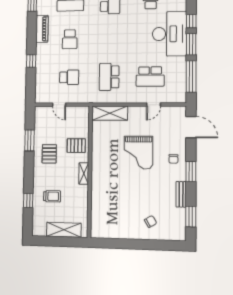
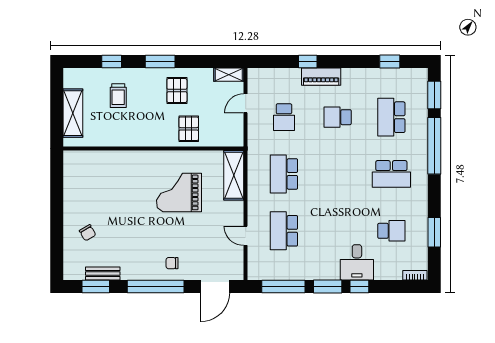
piano: (42, 29) -> (321, 77), moved
desk: (169, 34) -> (357, 262), width x0.53, depth x0.77
school desk: (109, 77) -> (284, 174), turned -90
window: (29, 140) -> (160, 62), moved
grand piano: (138, 153) -> (179, 192), moved
pallet: (49, 154) -> (177, 91), turned 90
window: (191, 171) -> (156, 286), width x2.11
shelving: (84, 173) -> (229, 75), moved
bench: (181, 194) -> (103, 274), moved

